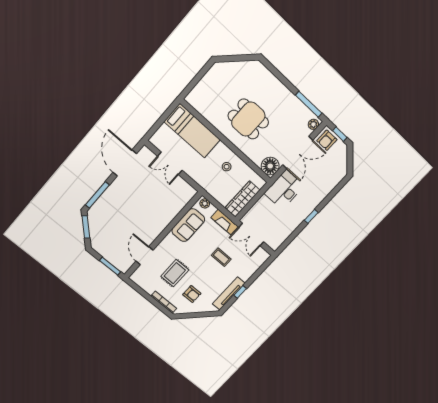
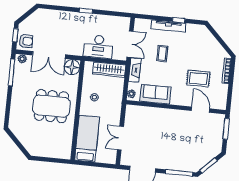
dining table: (248, 119) -> (51, 106), width x1.38
double door: (298, 153) -> (49, 55), swing flipped
double door: (170, 163) -> (120, 138), swing flipped
desk: (284, 190) -> (98, 47), moved
door: (145, 256) -> (200, 110), swing flipped
tv unit: (229, 293) -> (168, 26), moved
armchair: (192, 294) -> (206, 55), removed

